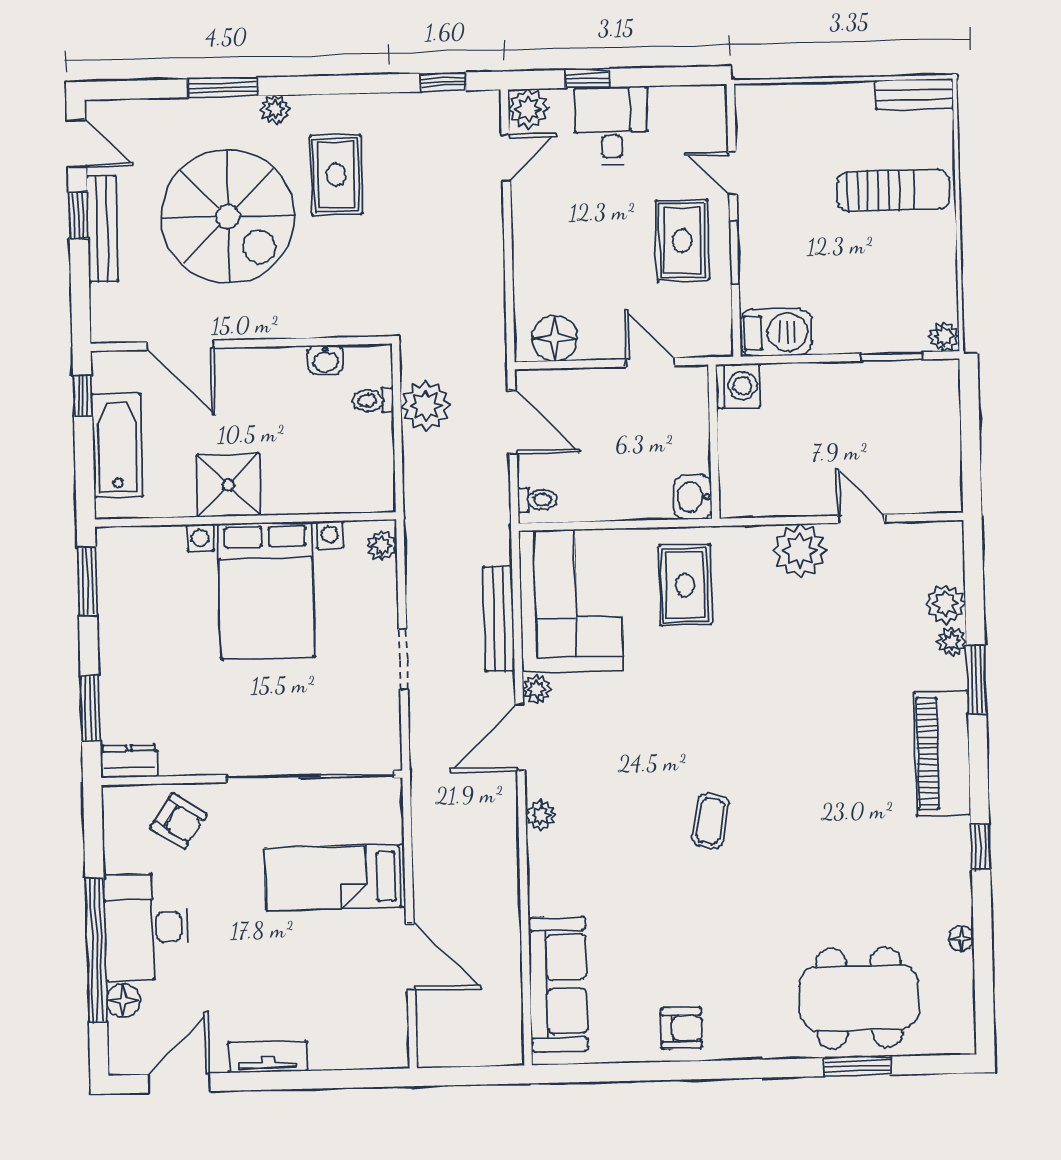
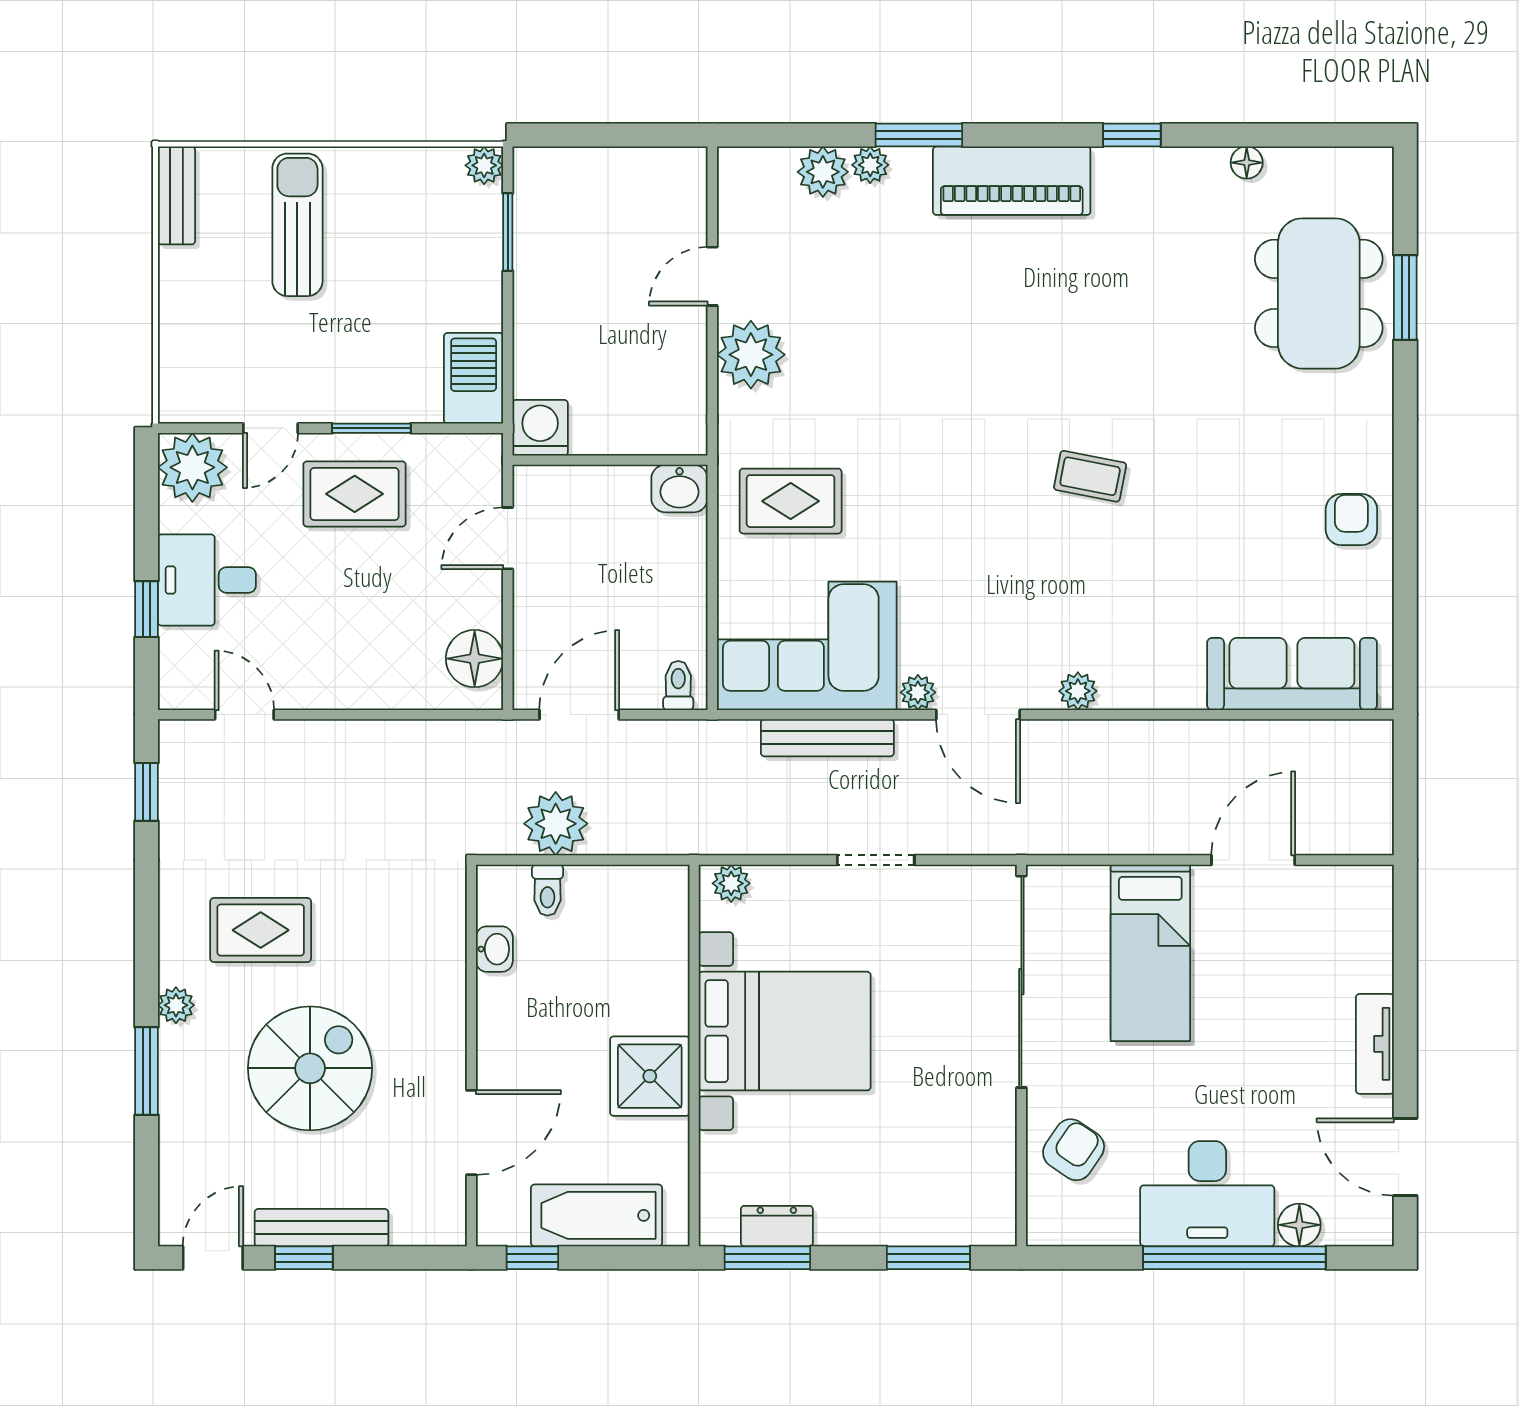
plant: (528, 109) -> (192, 467), moved, width x1.36, depth x1.36
spiral stairs: (228, 217) -> (310, 1068), width x0.73, depth x0.73
dresser: (129, 761) -> (777, 1226), moved, turned 90

